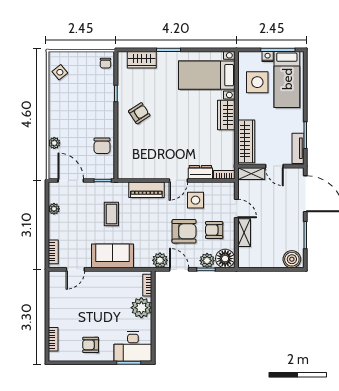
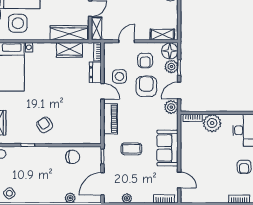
wardrobe: (226, 115) -> (69, 50), moved
shelving: (244, 233) -> (162, 35), moved

